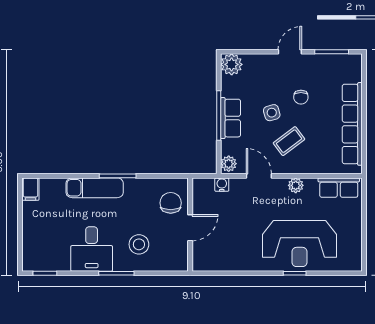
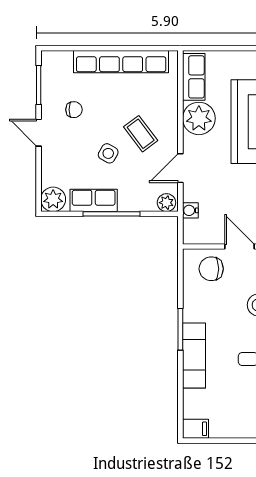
chair: (301, 97) -> (74, 110), moved
side table: (272, 113) -> (108, 153), turned 45
row of seats: (231, 118) -> (94, 200), moved
plant: (296, 185) -> (199, 118), width x1.87, depth x1.87

